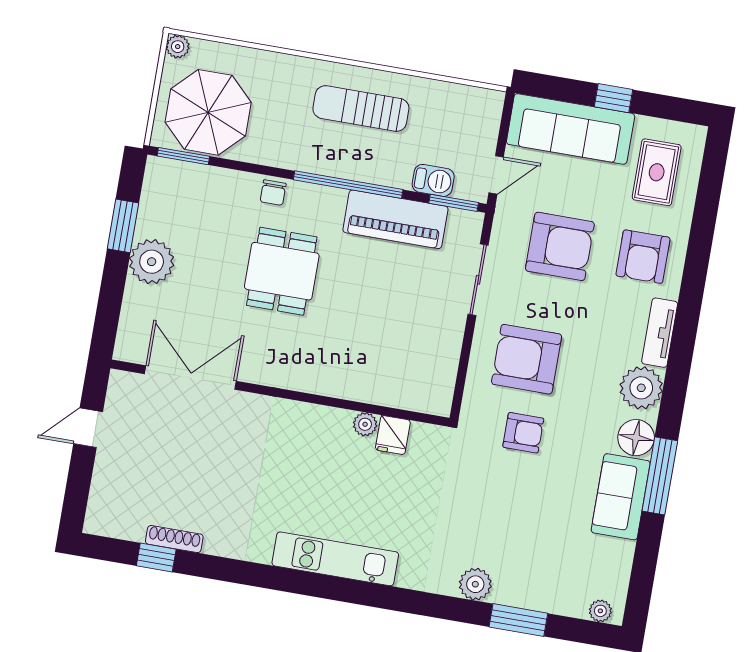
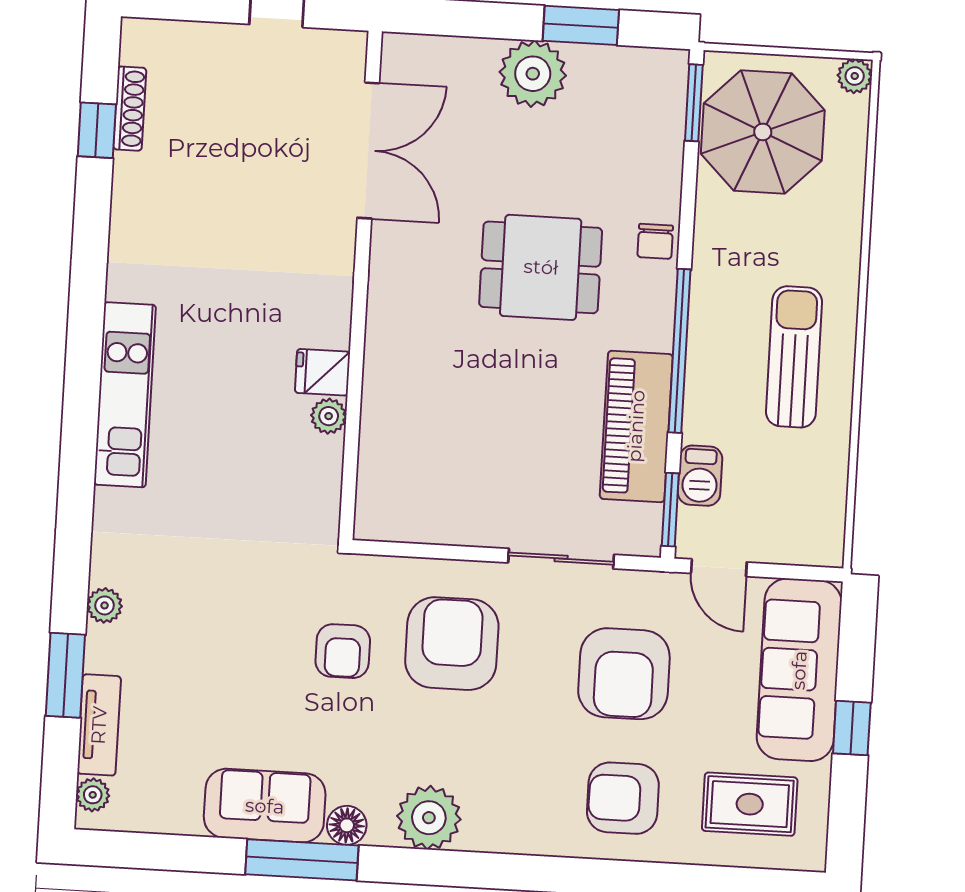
chair: (273, 193) -> (655, 241), turned -90
tv unit: (660, 333) -> (99, 725), moved, turned 90
fridge: (393, 435) -> (322, 372), moved
floor lamp: (636, 438) -> (347, 825), width x0.73, depth x0.73
shoe rack: (174, 539) -> (130, 109), moved
plant: (475, 584) -> (105, 605), width x0.73, depth x0.73

